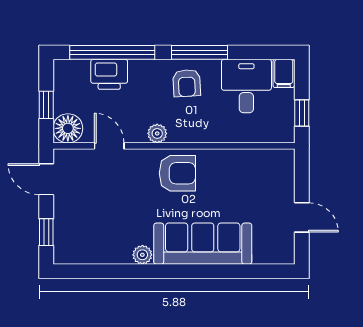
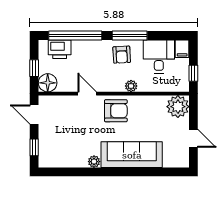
printer: (109, 74) -> (60, 49), moved
plant: (157, 133) -> (131, 86), moved
door: (109, 146) -> (87, 94), moved
plant: (277, 167) -> (178, 107), added

